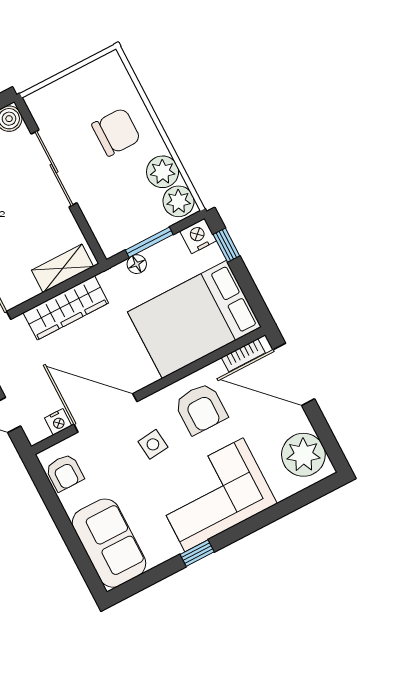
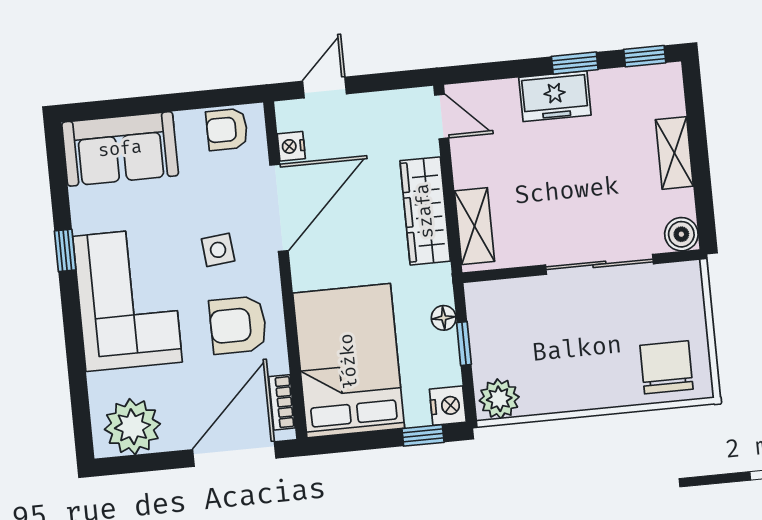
chair: (116, 132) -> (666, 367), moved, turned 180
plant: (163, 172) -> (543, 394), removed
window: (149, 242) -> (464, 344), width x0.67

